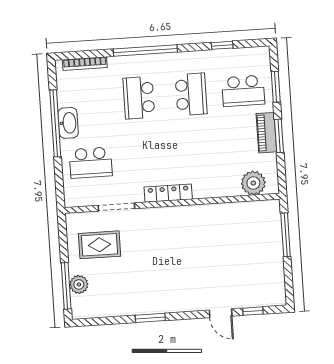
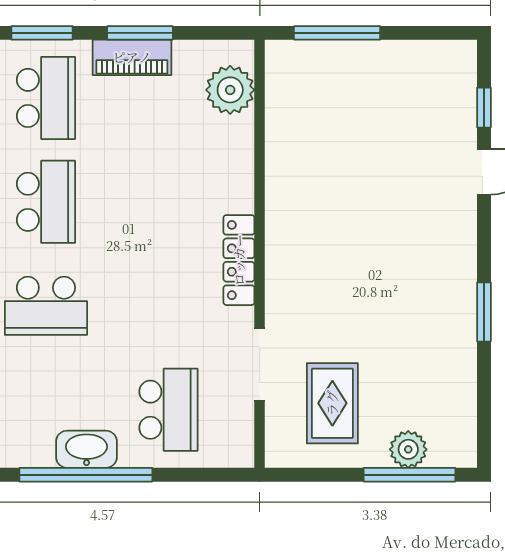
school desk: (191, 94) -> (46, 202), turned 90

